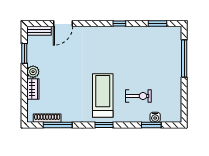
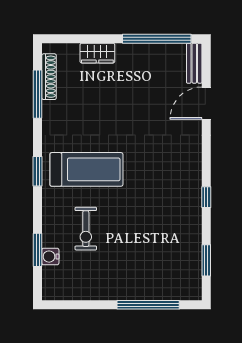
door: (63, 24) -> (206, 103), hinge flipped
window: (24, 53) -> (157, 39), width x2.11
plant: (33, 72) -> (126, 53), removed

